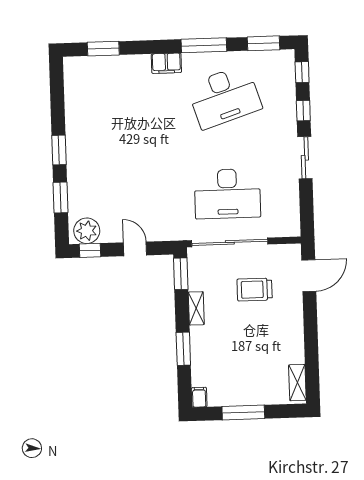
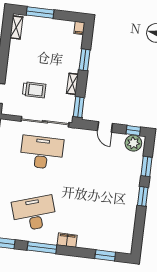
window: (243, 413) -> (40, 12), moved

